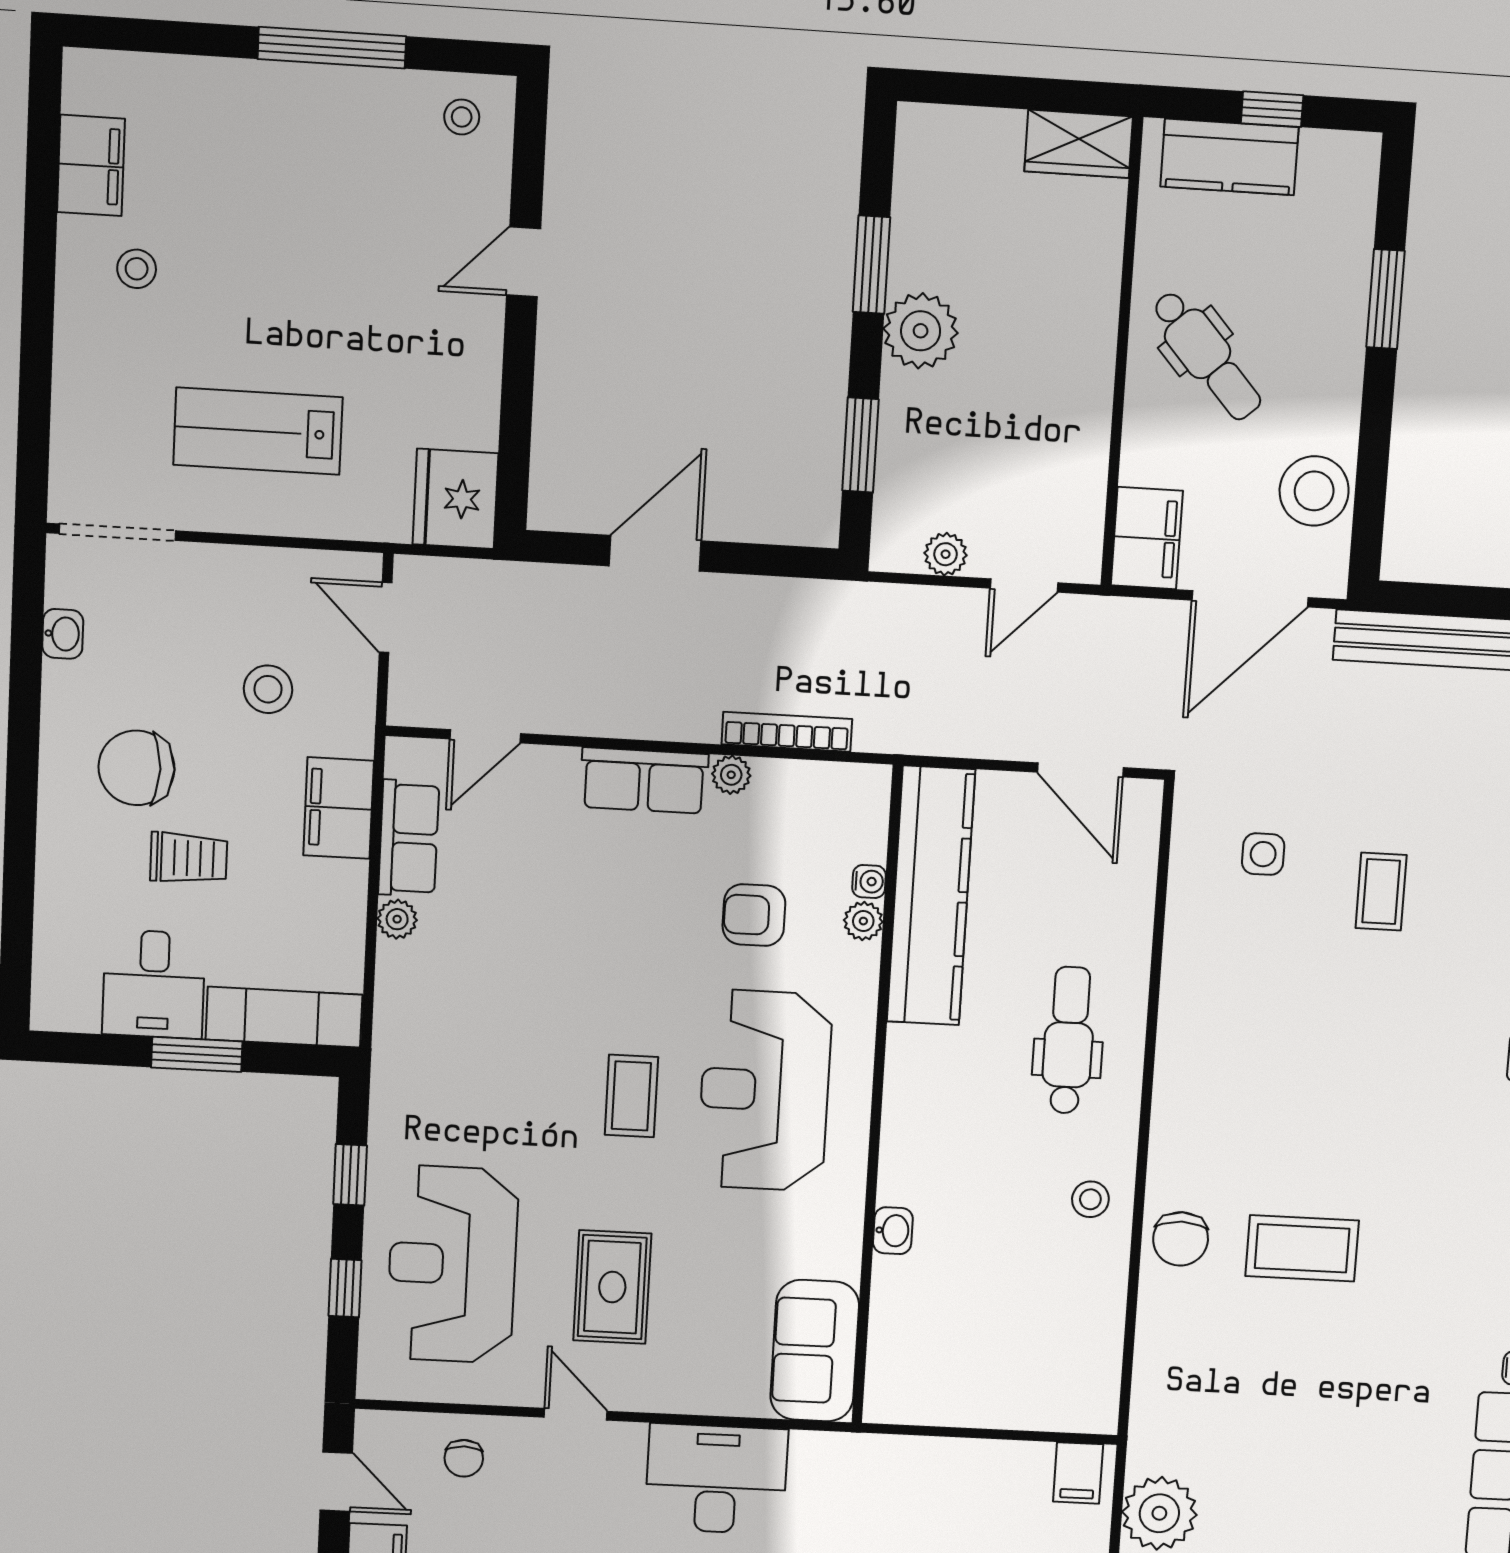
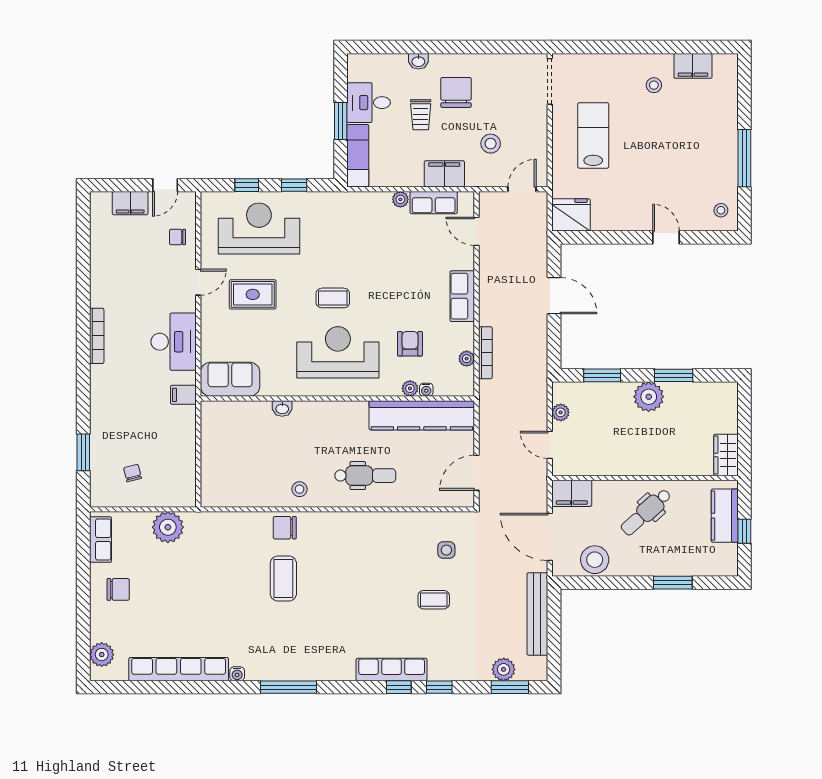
washbasin: (63, 634) -> (418, 61), moved
plant: (731, 775) -> (467, 359), moved
filing cabinet: (1078, 1473) -> (183, 395), moved

